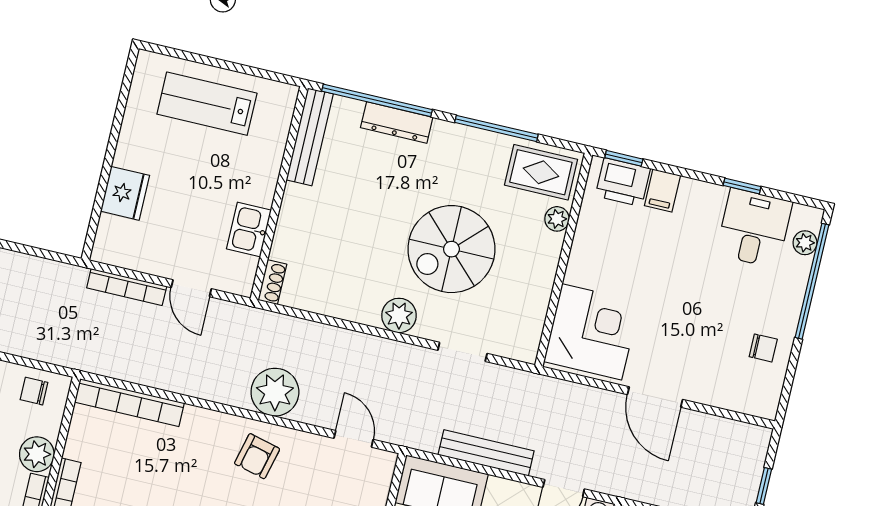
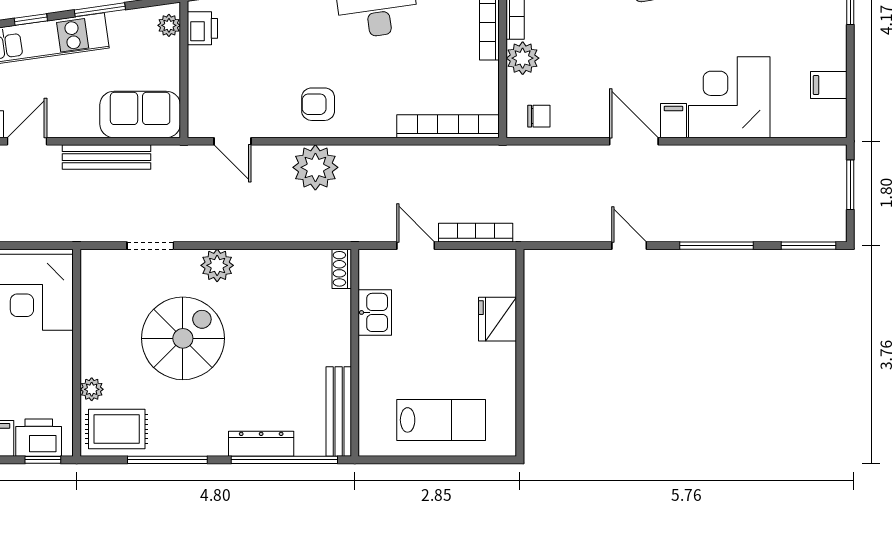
armchair: (257, 456) -> (318, 104), turned -104

